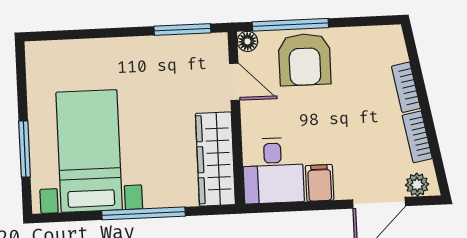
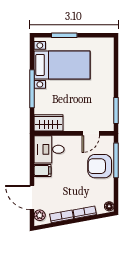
floor lamp: (247, 41) -> (109, 206), moved
wardrobe: (215, 159) -> (49, 123), width x0.67

